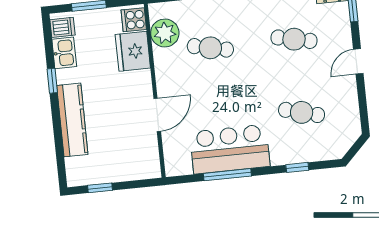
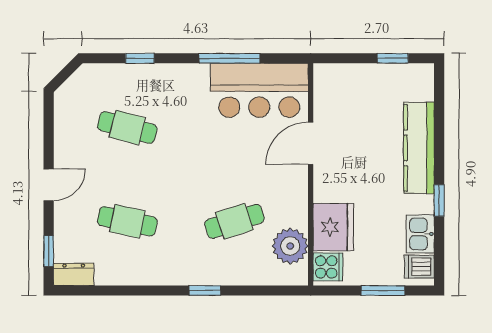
cafe table: (210, 48) -> (234, 221), turned -30
bar counter: (230, 149) -> (259, 90), moved

